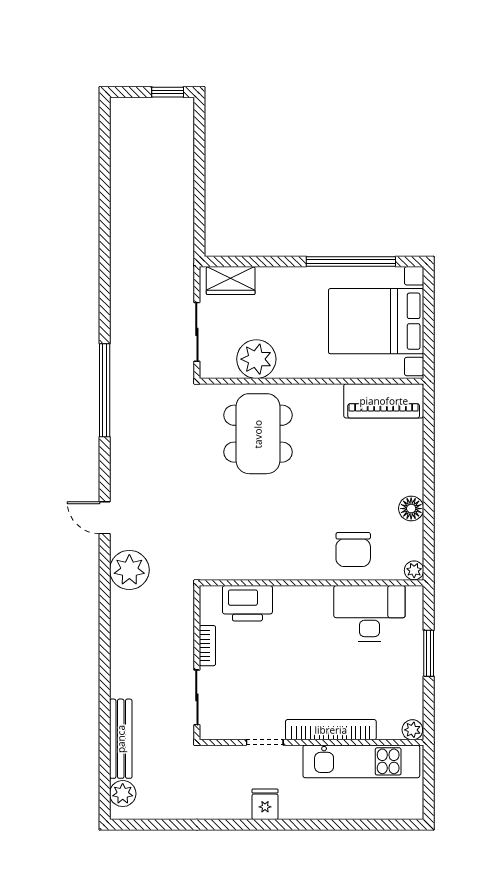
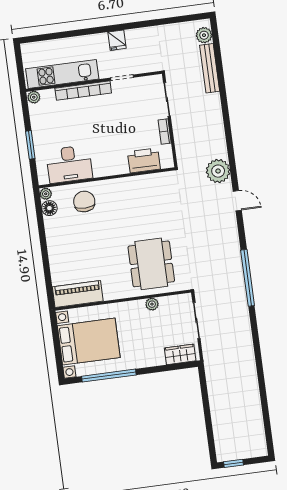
plant: (256, 359) -> (152, 304), width x0.53, depth x0.53
floor lamp: (411, 509) -> (49, 208), moved

